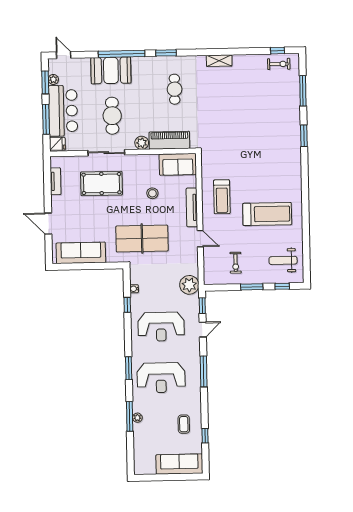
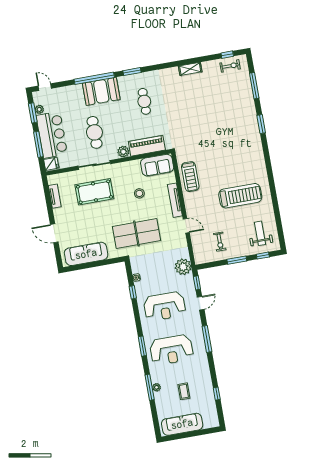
shelving: (219, 61) -> (190, 69), moved
booth: (111, 70) -> (101, 91), moved
treadmill: (222, 197) -> (190, 177), moved
weight bench: (283, 260) -> (260, 233), turned 90
coffee table: (184, 424) -> (184, 391), moved
sofa: (179, 464) -> (182, 424), moved

